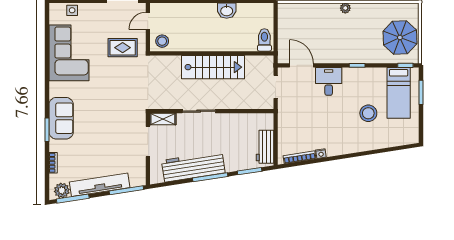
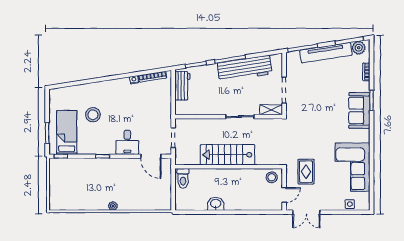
parasol: (400, 37) -> (65, 180), removed
rug: (123, 48) -> (306, 172), turned 90

